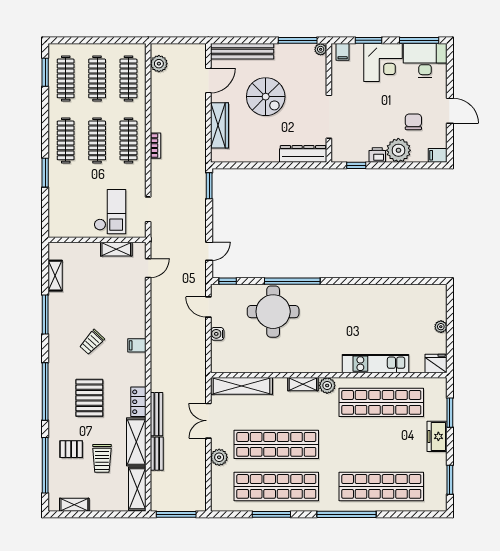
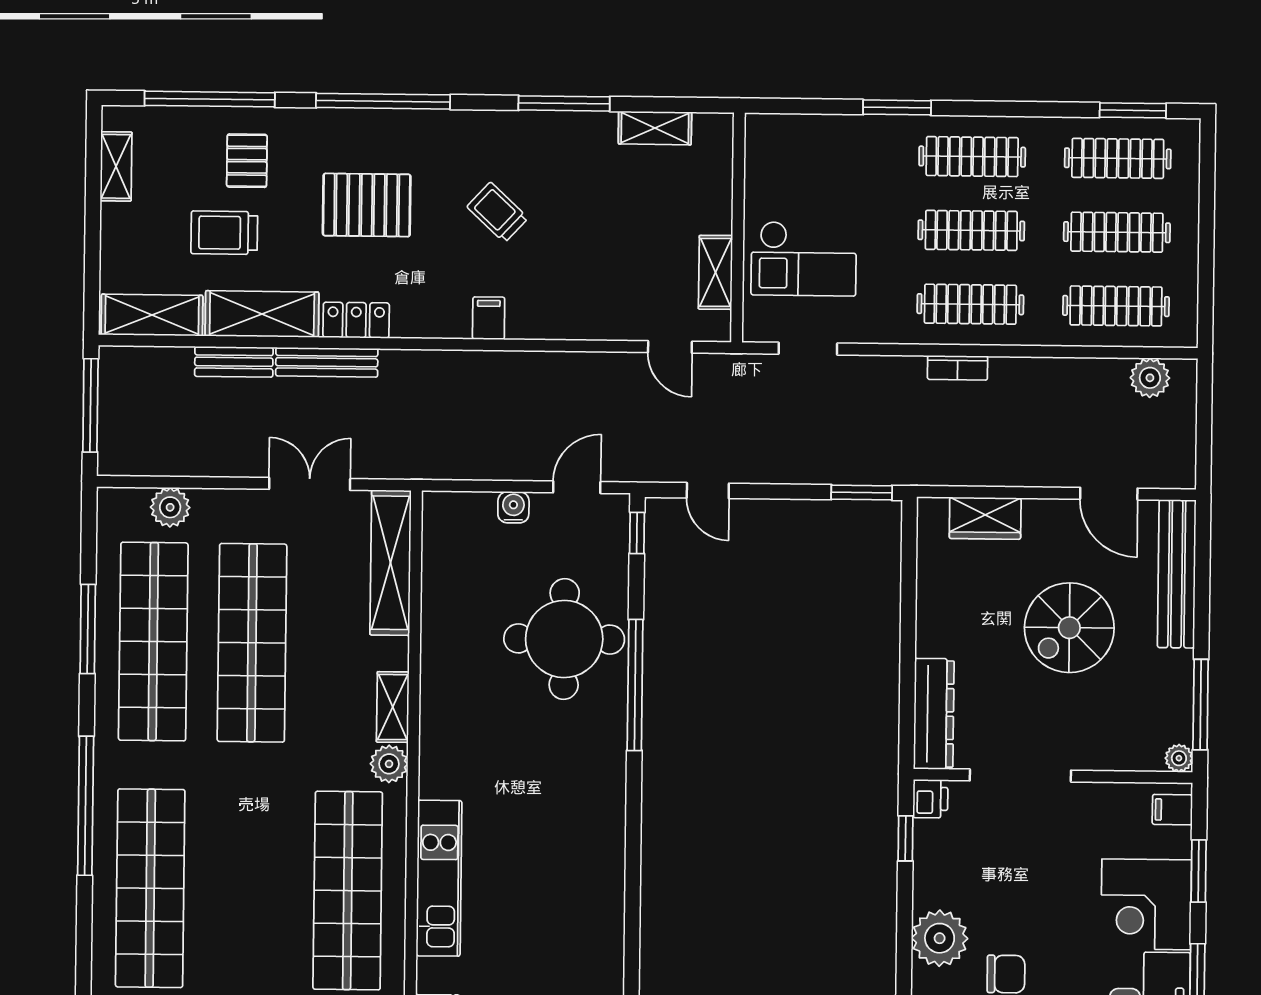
wardrobe: (219, 125) -> (985, 518), width x0.67
printer: (377, 155) -> (930, 799), moved
plant: (219, 457) -> (170, 507), moved

